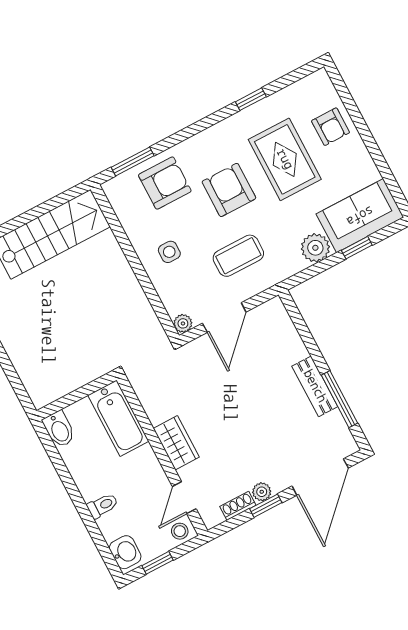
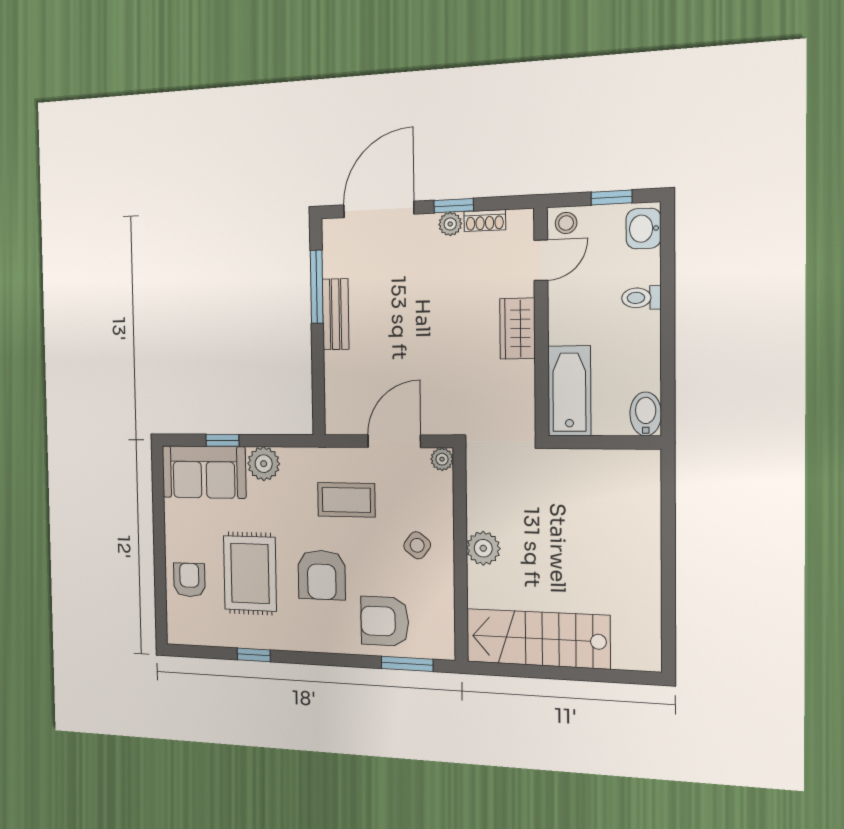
side table: (169, 252) -> (417, 545), turned 37
plant: (121, 276) -> (483, 548), added

